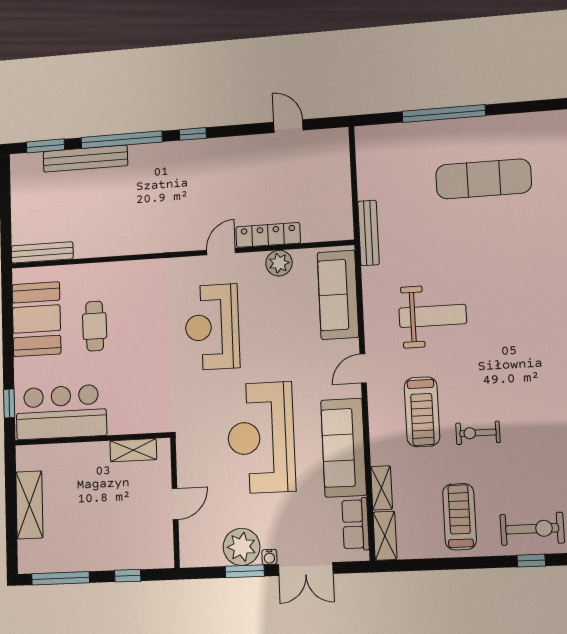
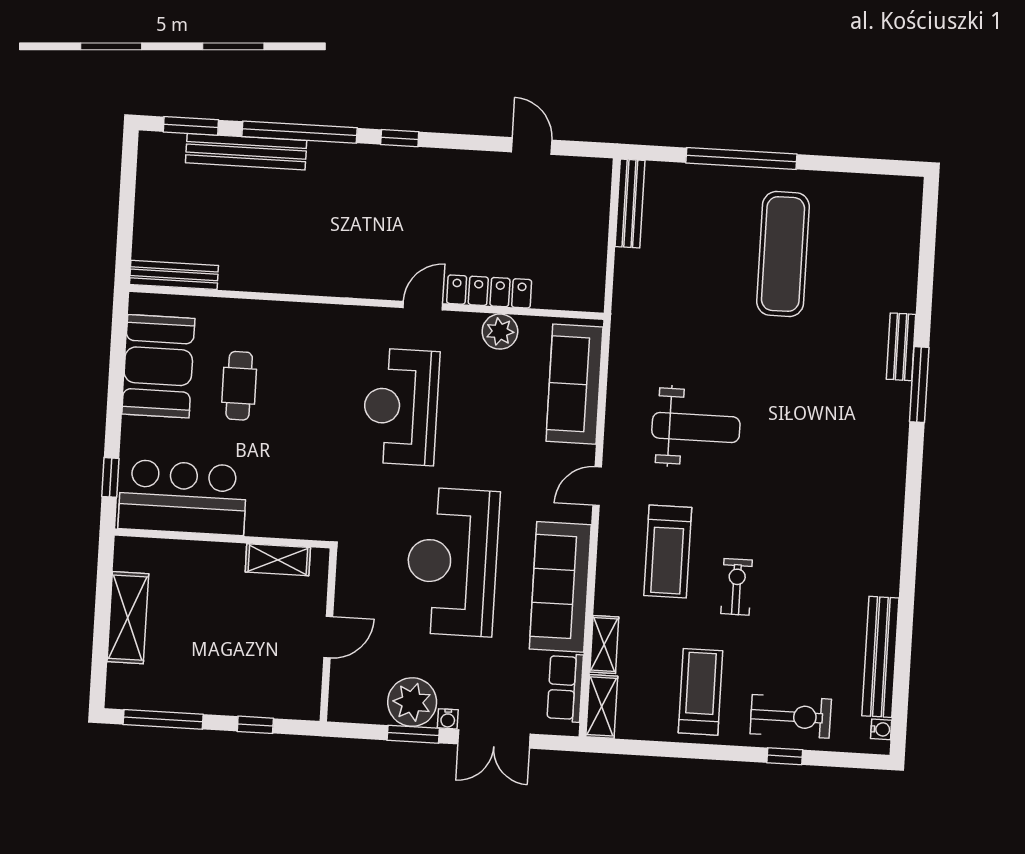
exercise mat: (483, 179) -> (783, 254), turned 90
bench: (368, 233) -> (630, 204), moved
exercise bike: (478, 433) -> (737, 587), turned 90

